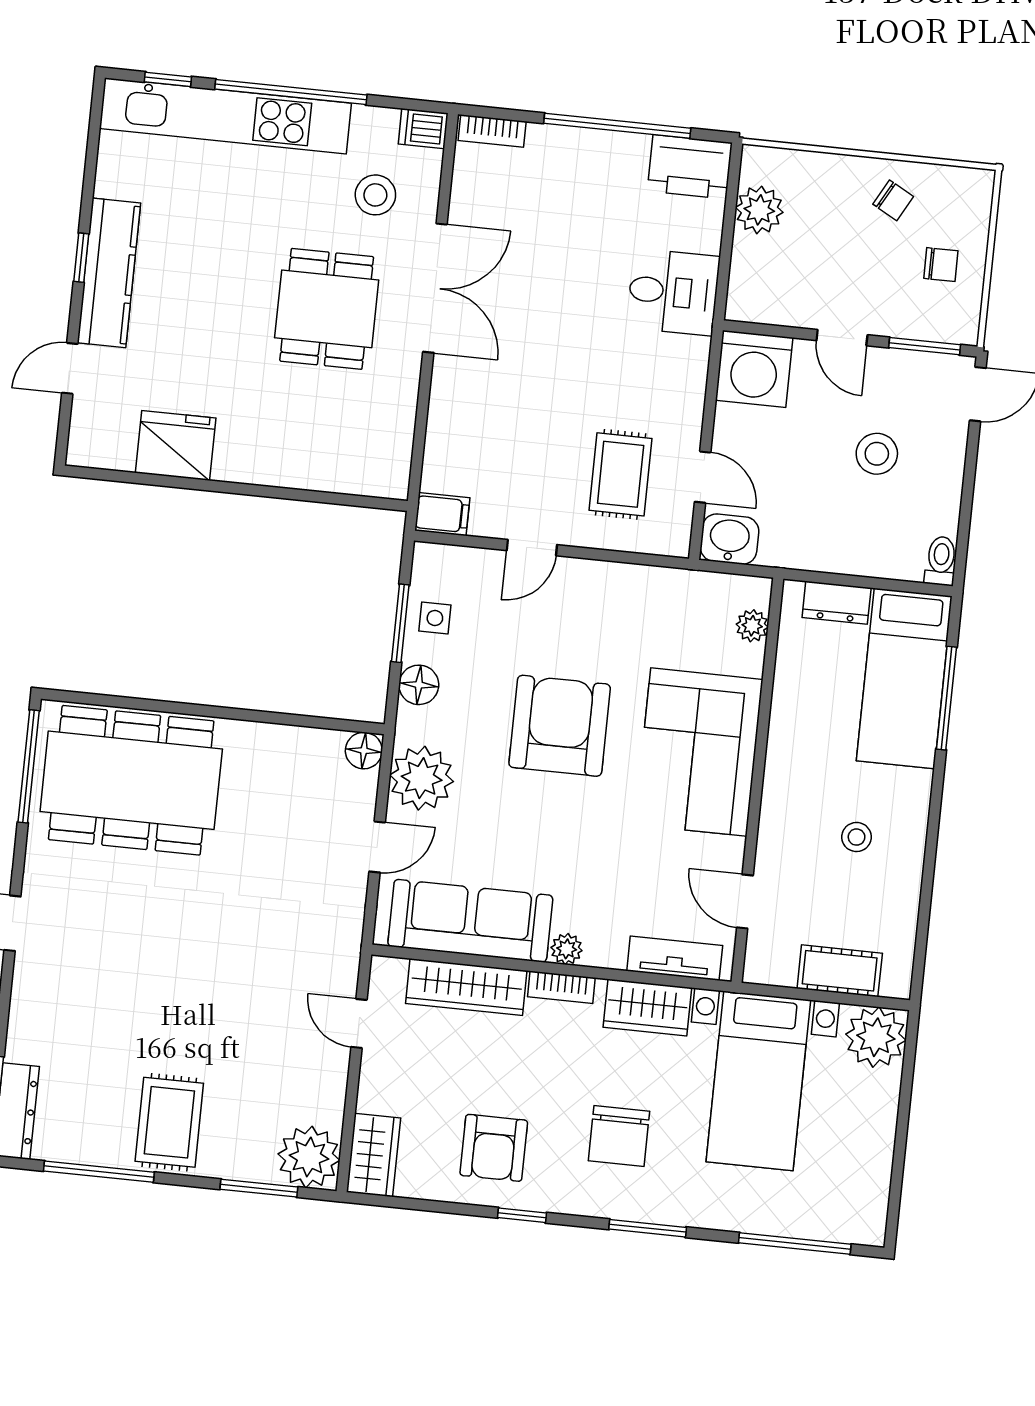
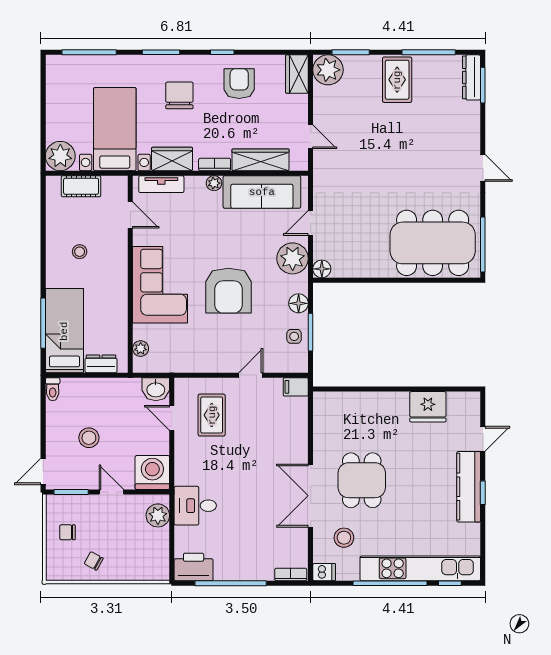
plant: (759, 210) -> (158, 515), moved

